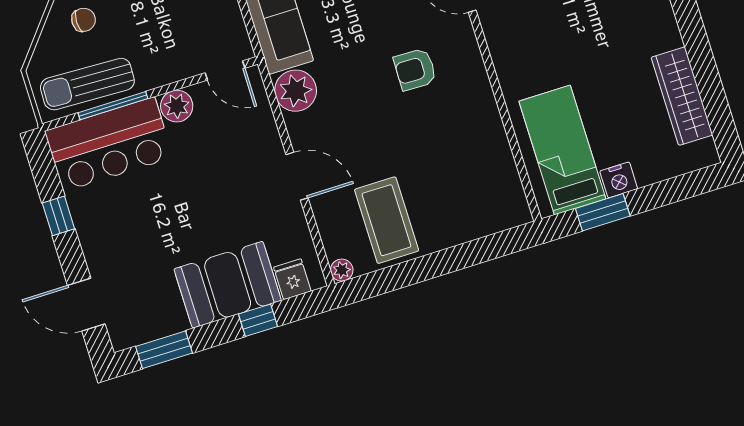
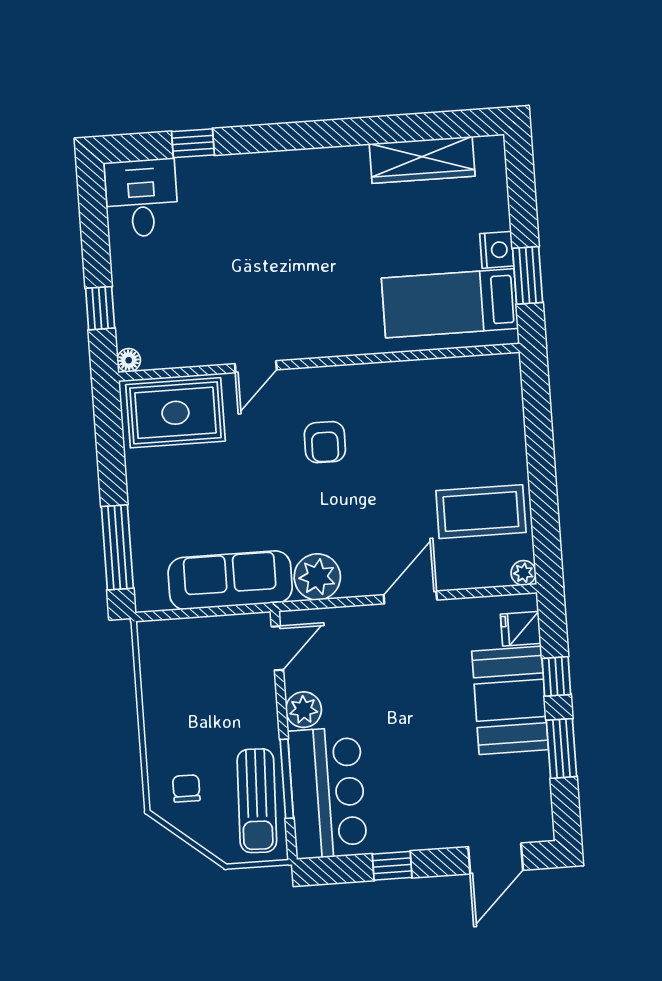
window: (164, 350) -> (562, 748), moved

